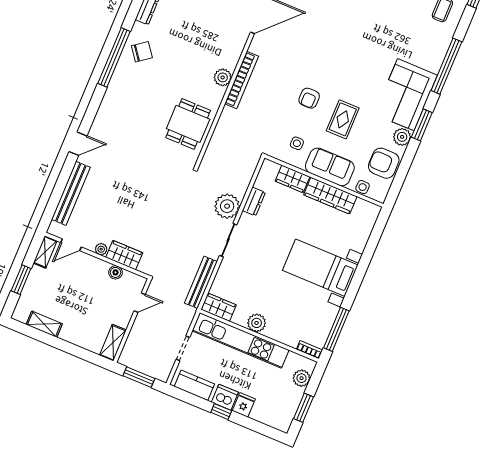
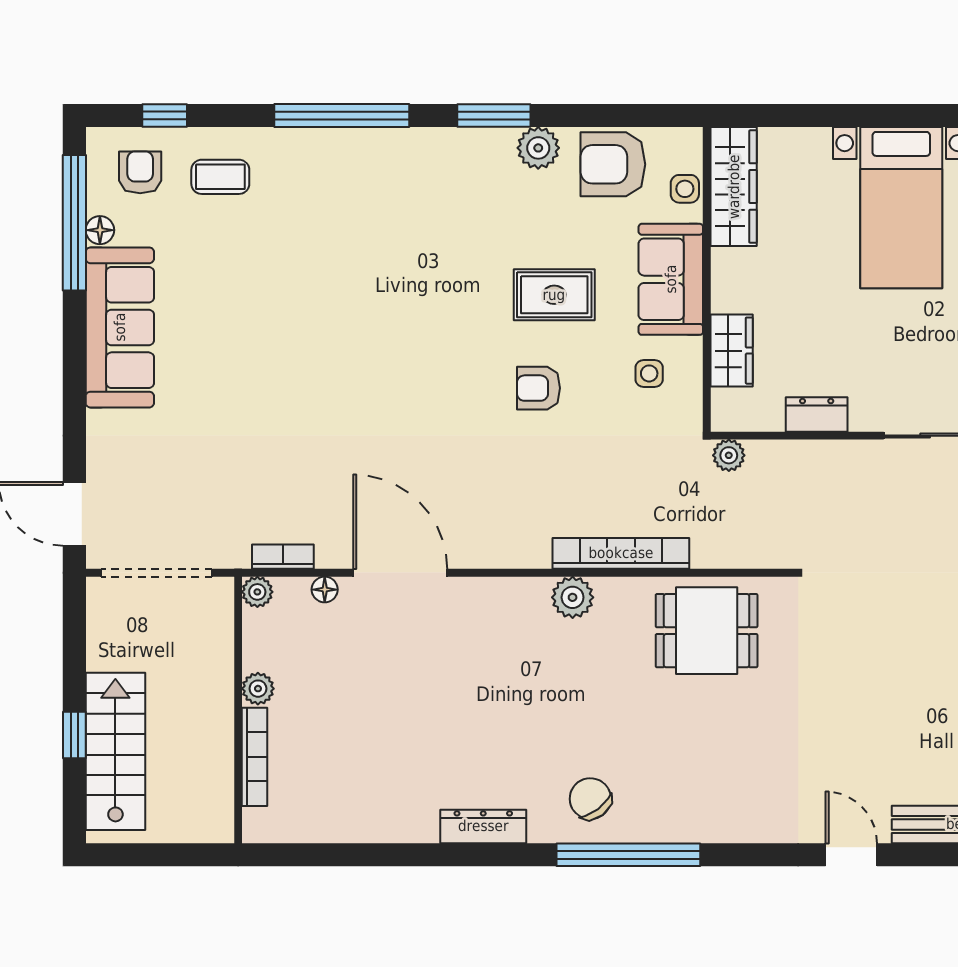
bookcase: (242, 80) -> (621, 553), moved
corner sofa: (406, 95) -> (442, 178), removed
armchair: (309, 98) -> (538, 388), turned 180
armchair: (384, 163) -> (613, 164), turned 90
wardrobe: (330, 196) -> (734, 187), moved
plant: (227, 206) -> (729, 455), moved, width x0.53, depth x0.53

